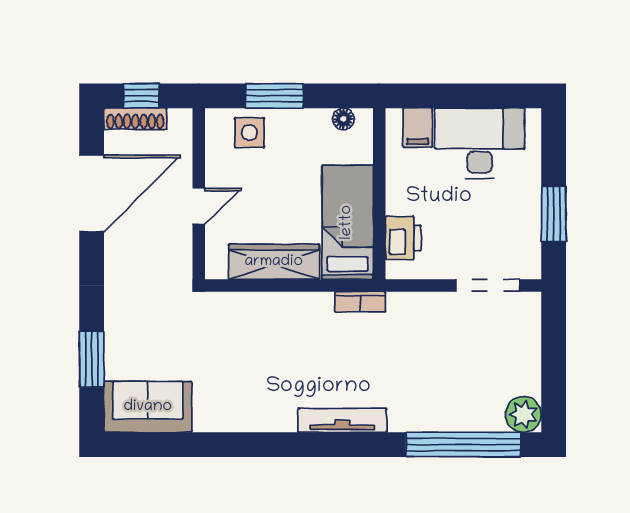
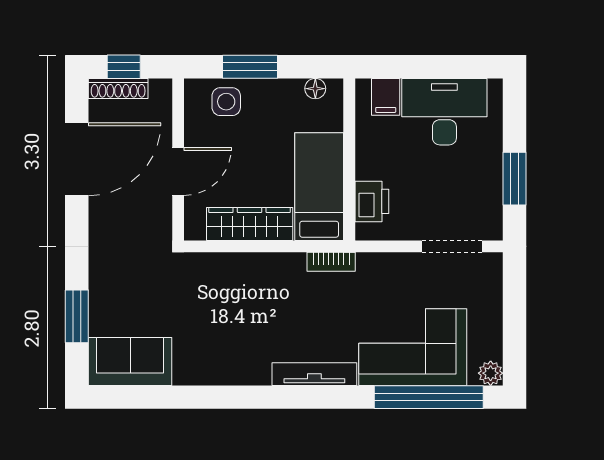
door: (199, 206) -> (178, 172), width x1.38
corner sofa: (446, 392) -> (413, 347), added
plant: (523, 414) -> (491, 373), width x0.73, depth x0.73

